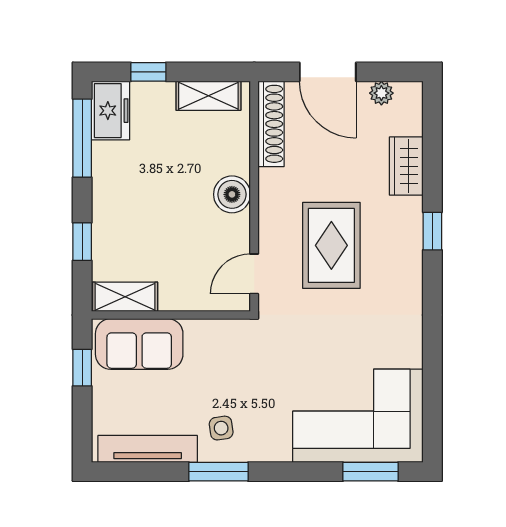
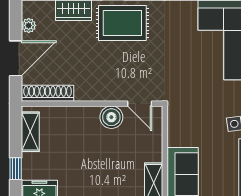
boiler: (232, 194) -> (111, 117), moved
rug: (331, 245) -> (122, 23), moved

